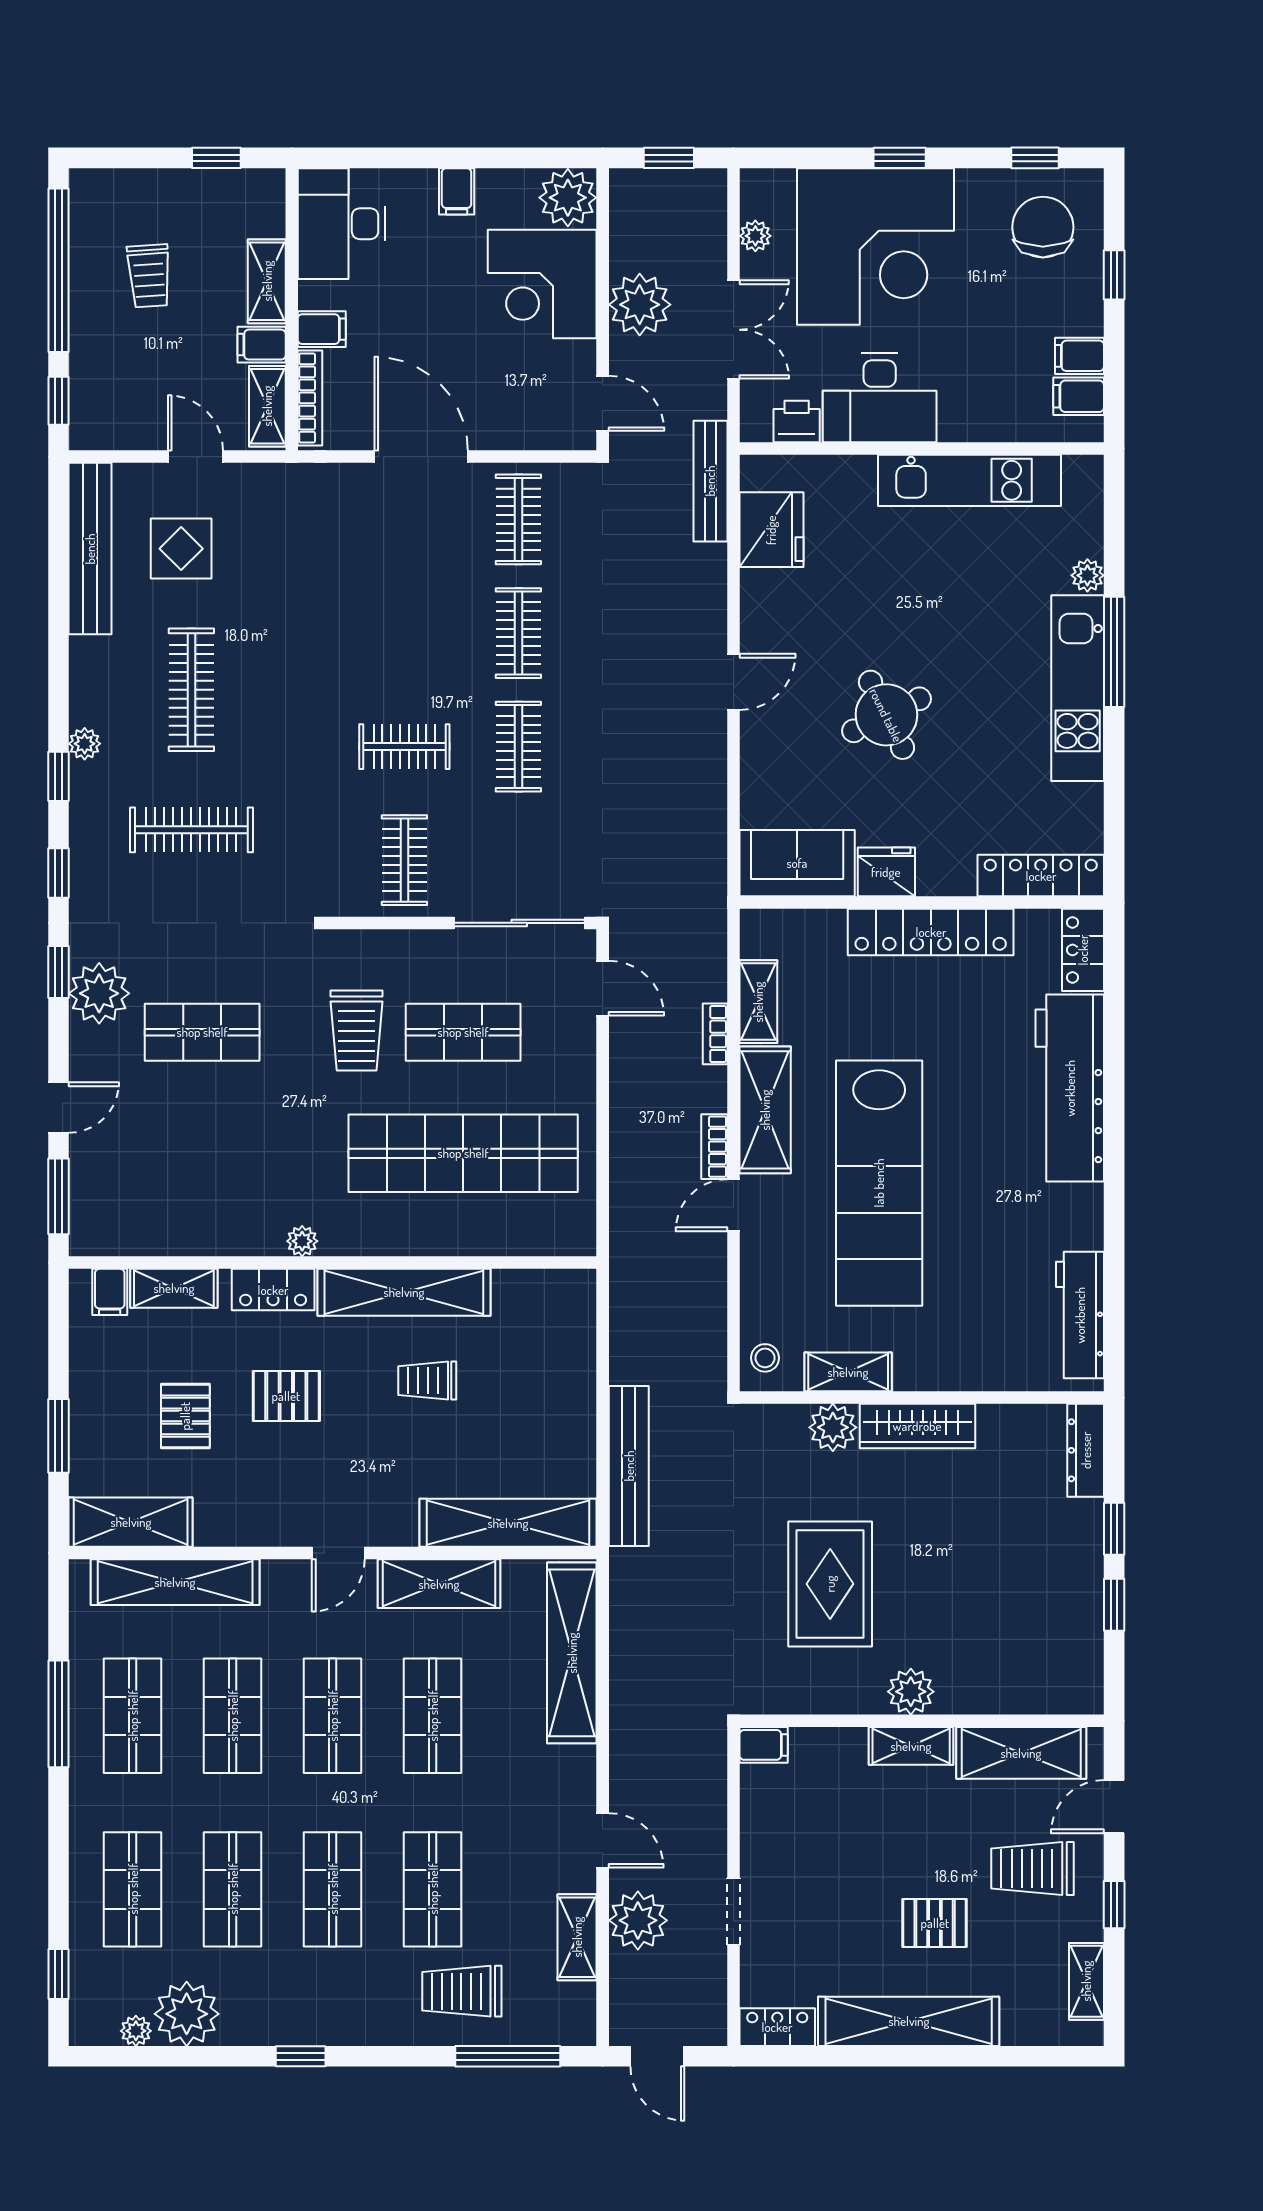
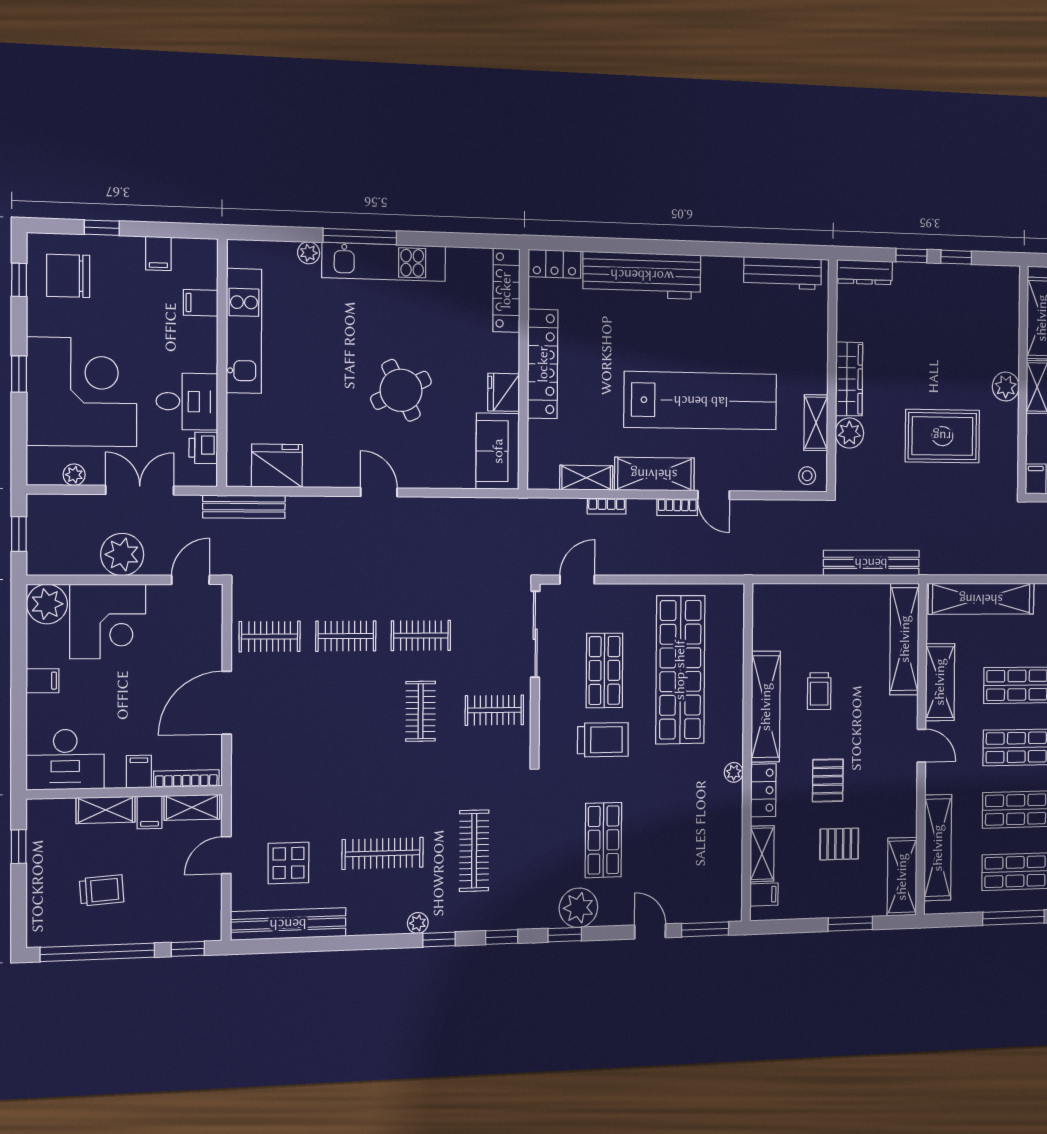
filing cabinet: (1079, 396) -> (201, 303), moved, turned 90
desk: (880, 398) -> (187, 401), width x0.73

